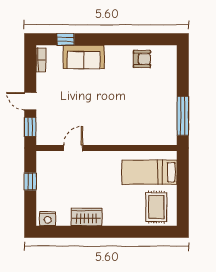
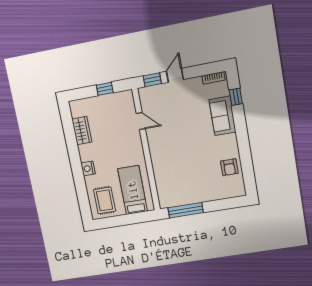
rug: (156, 207) -> (105, 200), turned 90
wardrobe: (87, 217) -> (82, 131), moved
nightstand: (48, 219) -> (88, 168), moved

